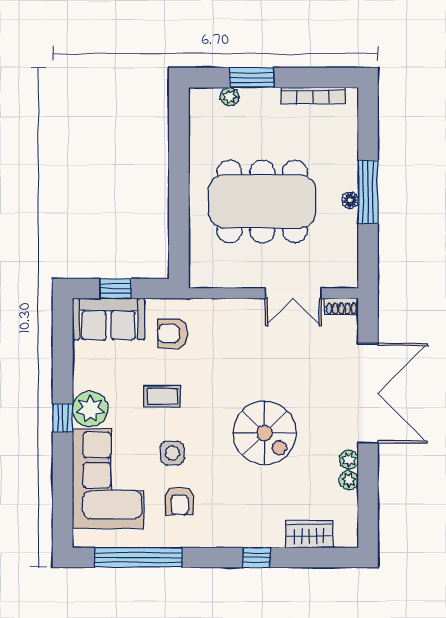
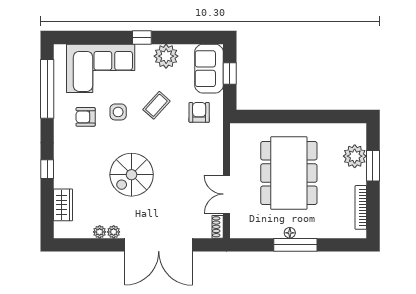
plant: (229, 96) -> (355, 156), width x1.88, depth x1.88
coffee table: (162, 396) -> (156, 105), turned 42
plant: (90, 409) -> (166, 56), moved

